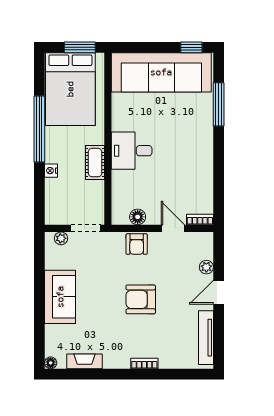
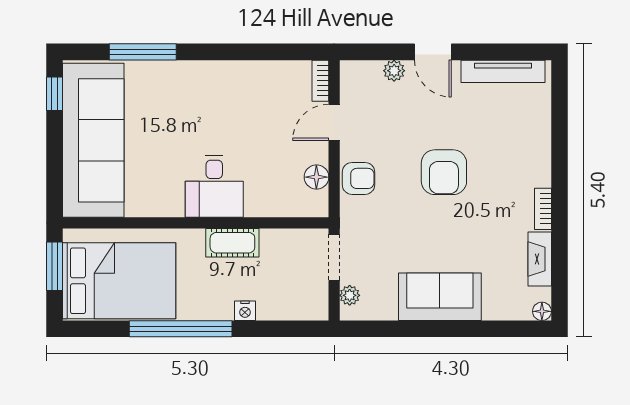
bookcase: (144, 363) -> (543, 209), moved

